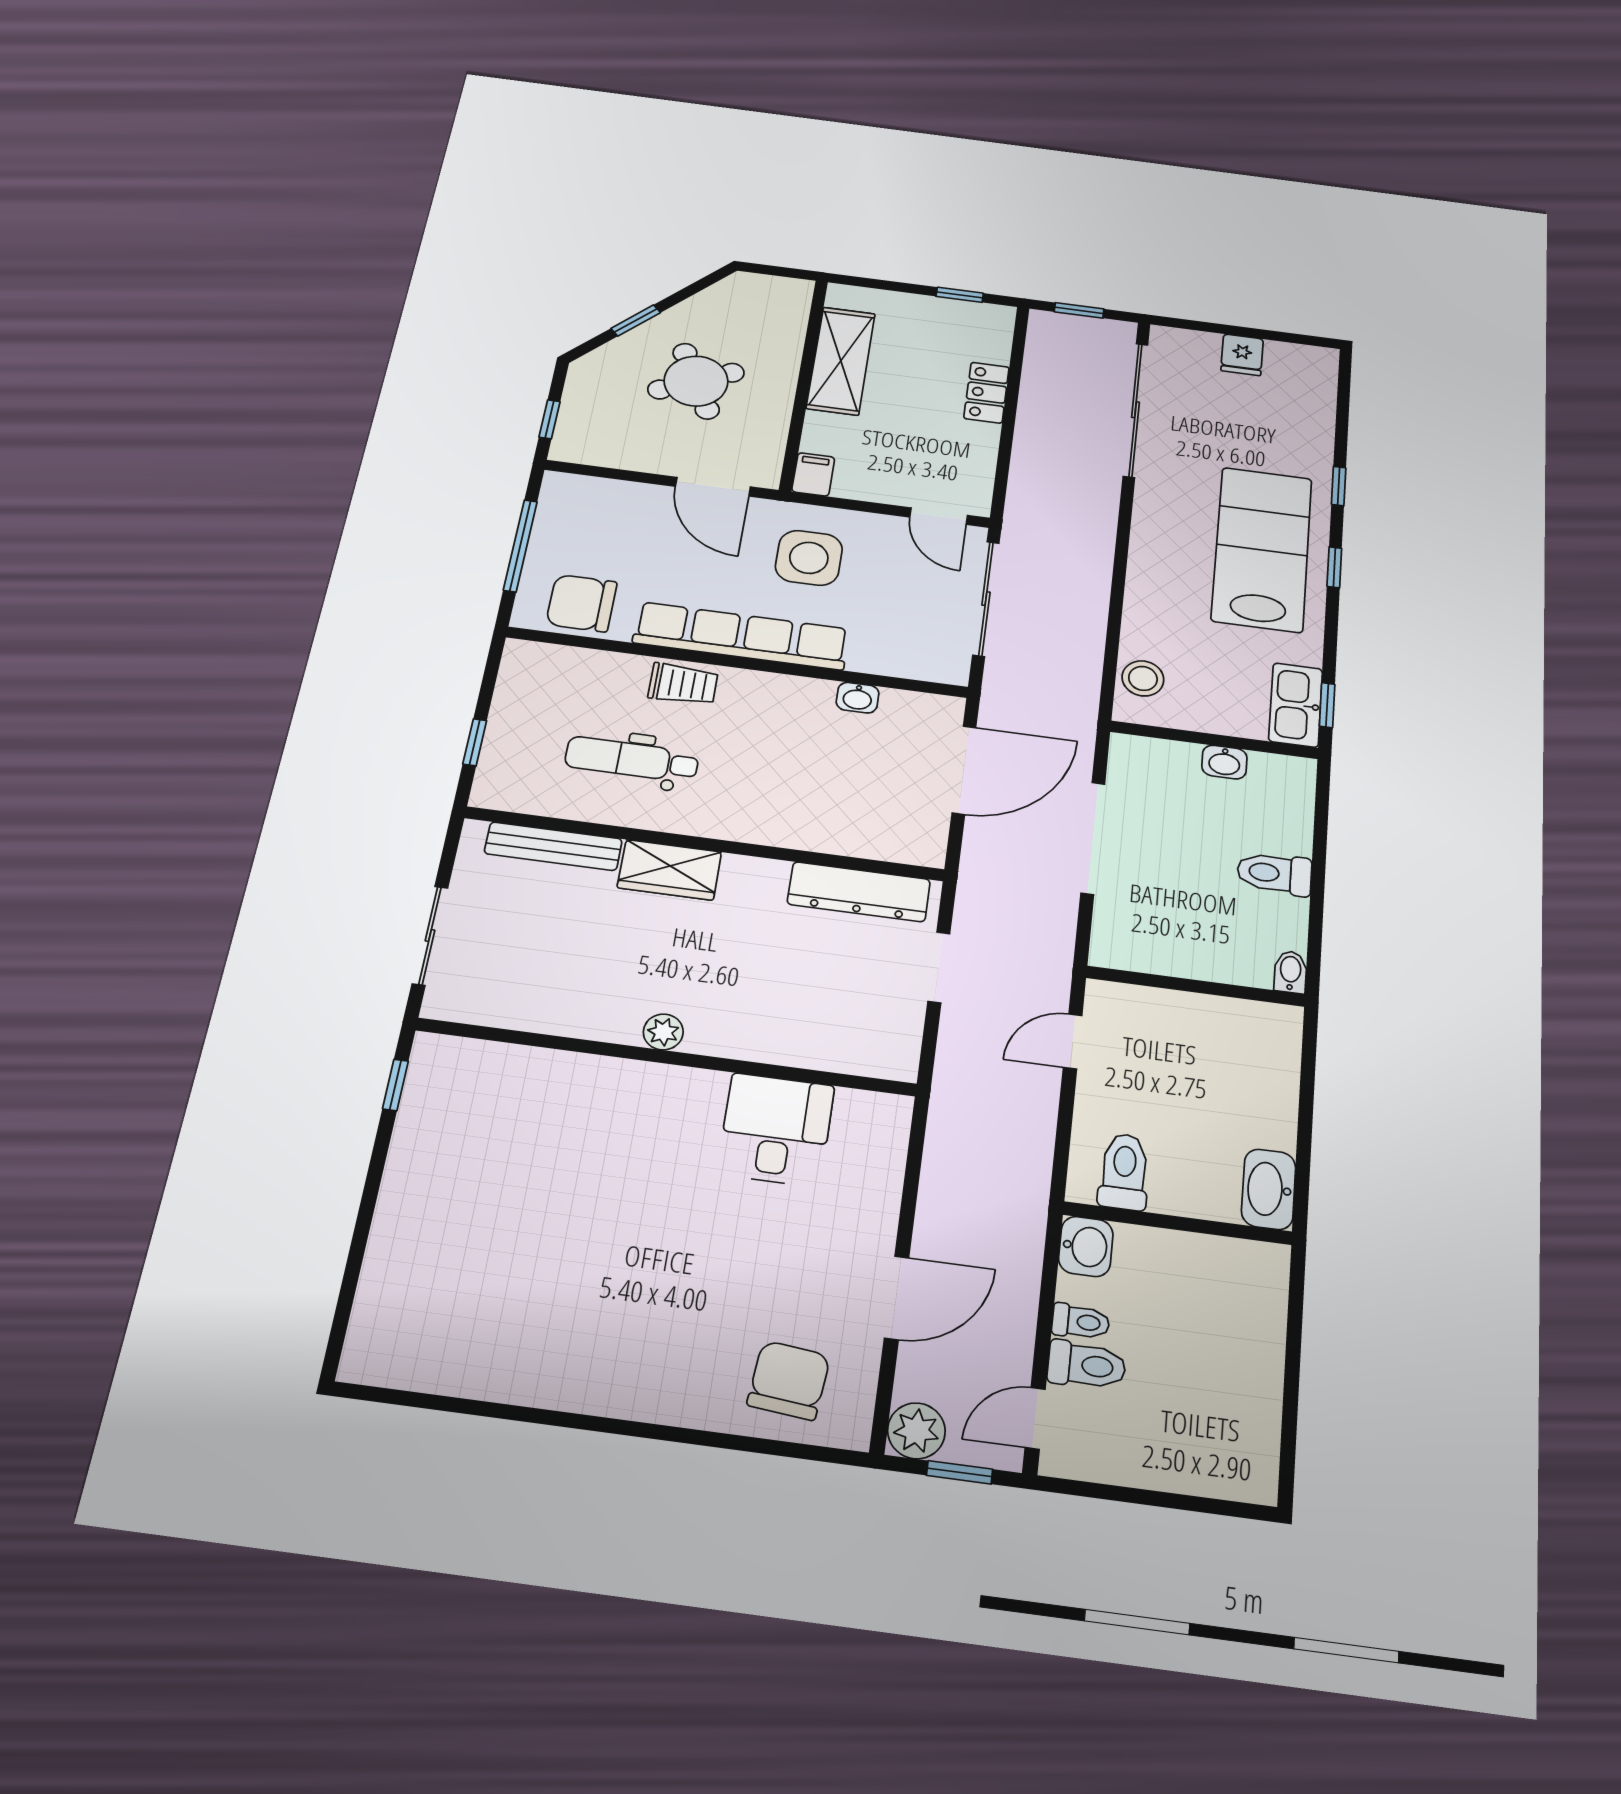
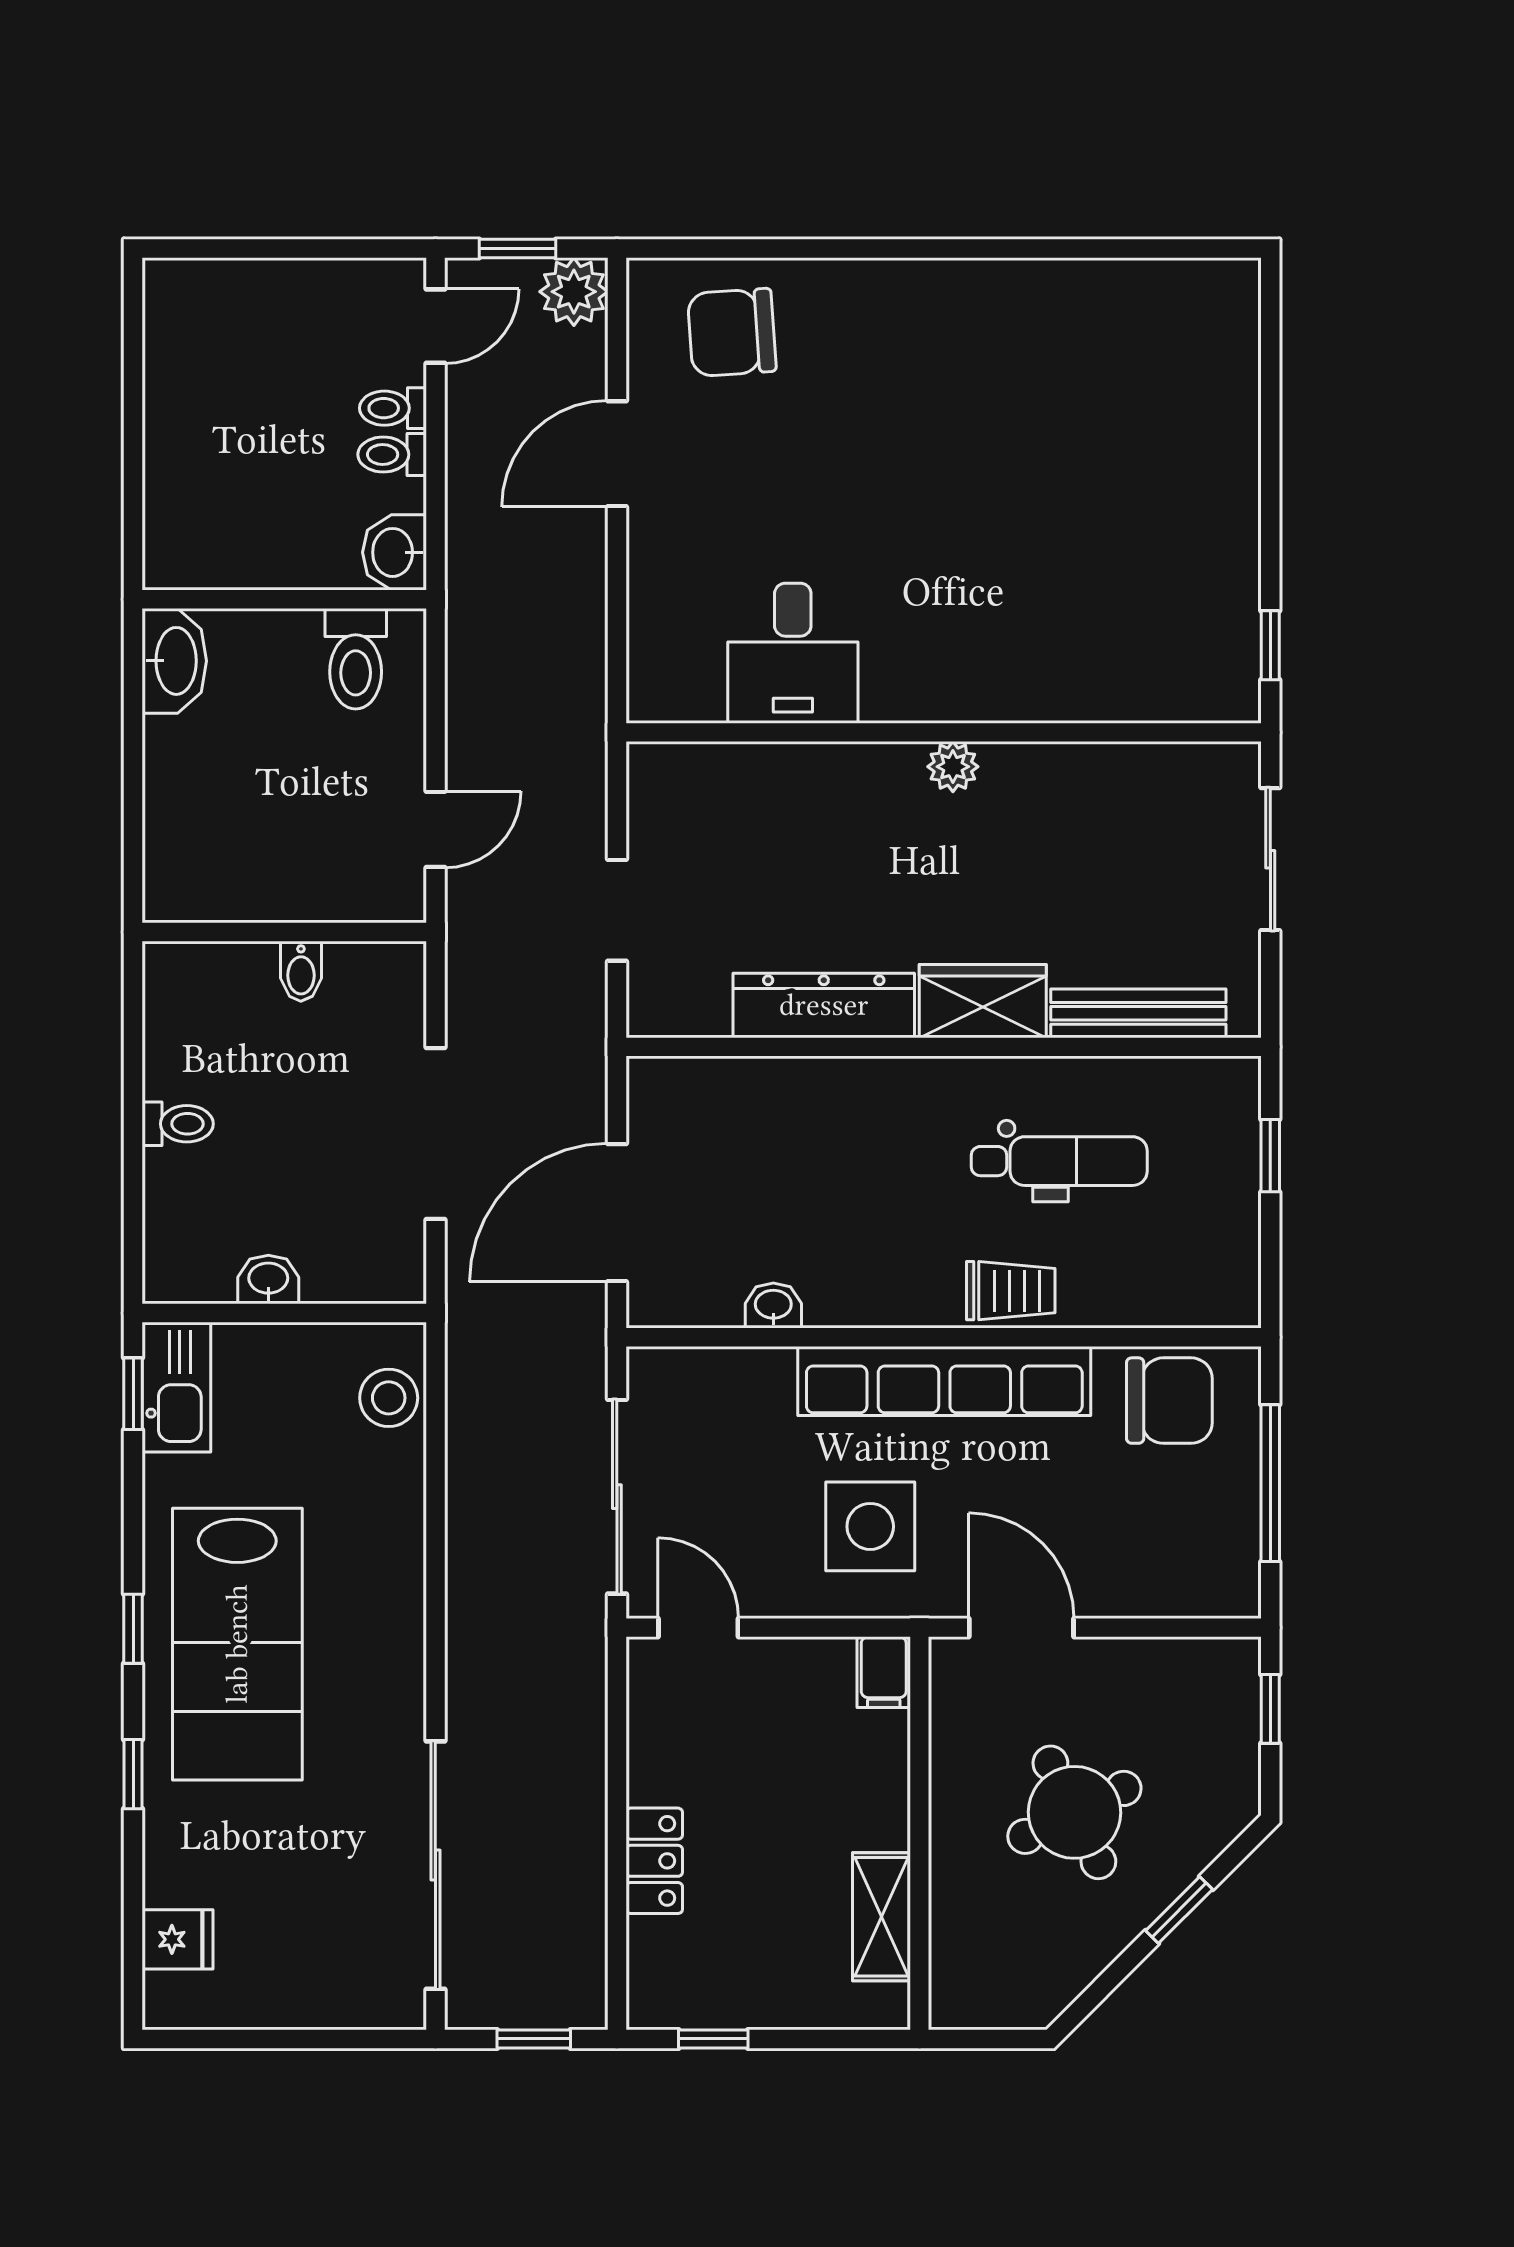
fridge: (1242, 355) -> (178, 1939), moved, turned 90
shelving: (841, 361) -> (881, 1917), width x0.67, depth x0.75
trolley: (683, 684) -> (1011, 1291), turned 180
toilet: (1274, 874) -> (178, 1124), width x0.73, depth x0.72
dresser: (859, 892) -> (824, 1005), moved
bidet: (1290, 972) -> (301, 971), moved
toilet: (1087, 1365) -> (393, 408), width x0.73, depth x0.72
chair: (789, 1380) -> (732, 333), turned 80

